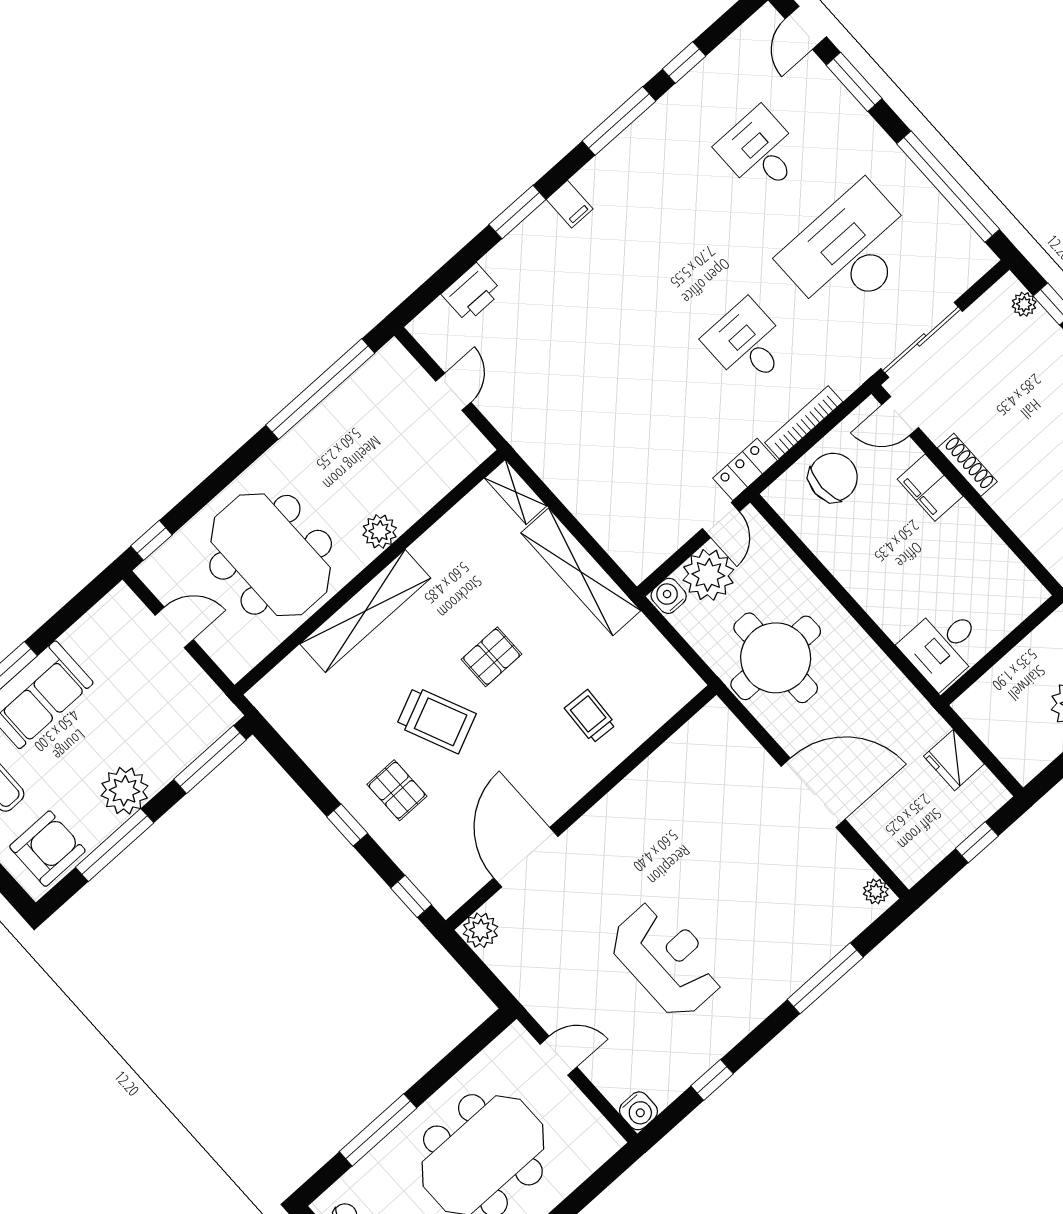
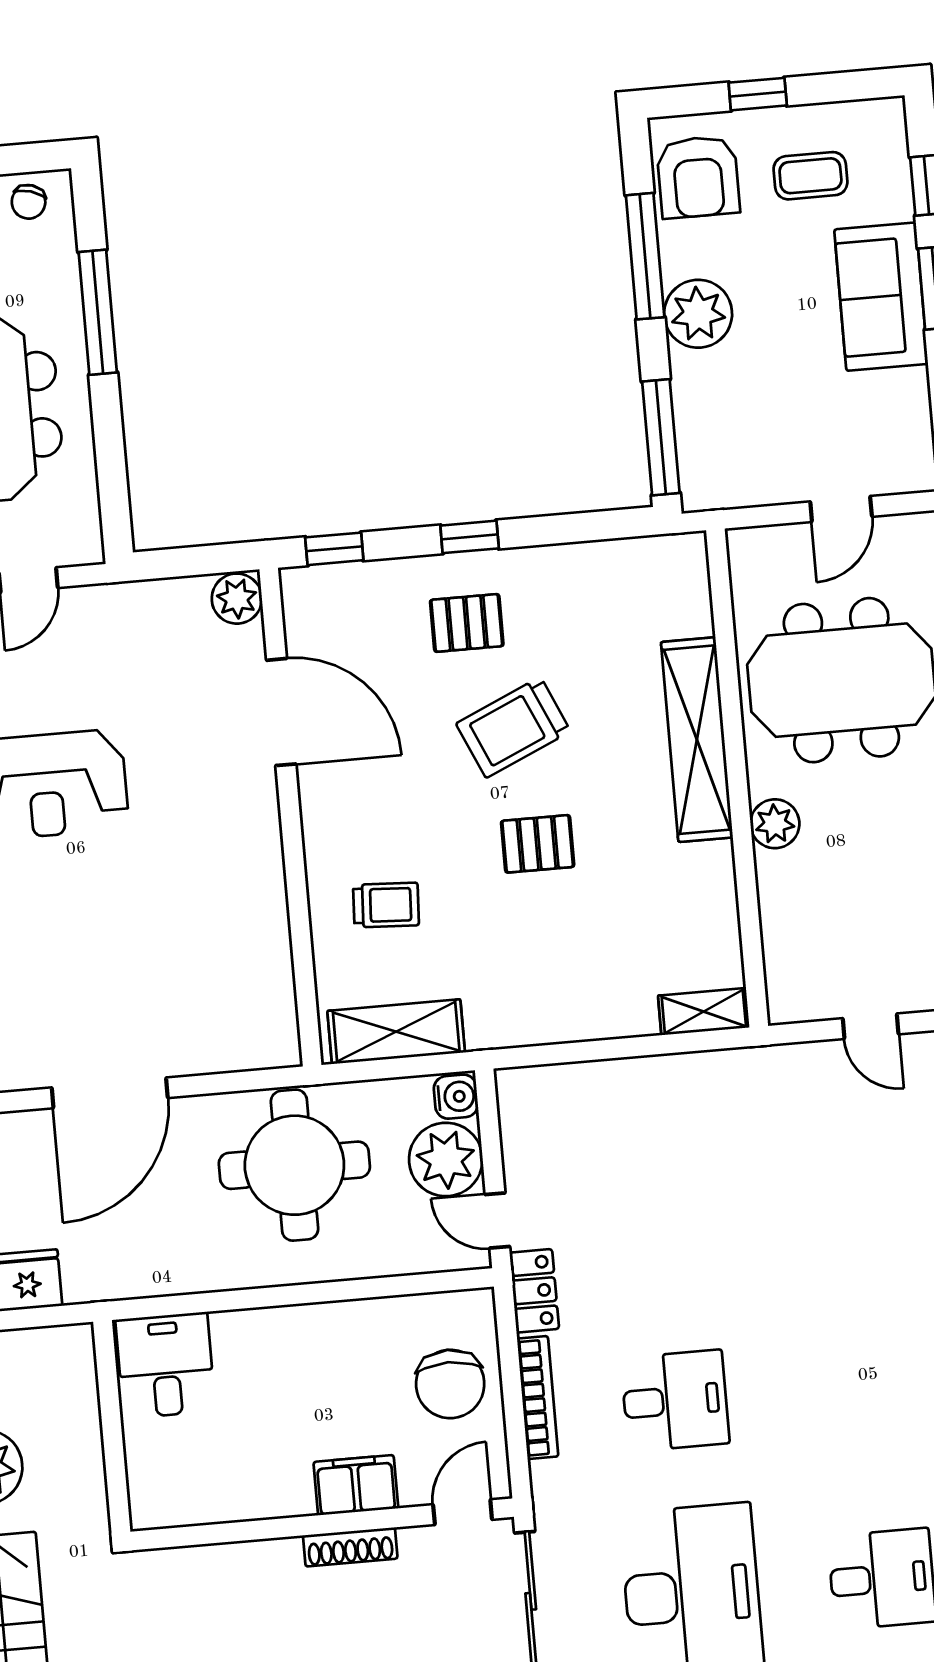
shelving: (581, 572) -> (396, 1032), moved, width x0.68
pallet: (491, 657) -> (538, 844), turned 90

